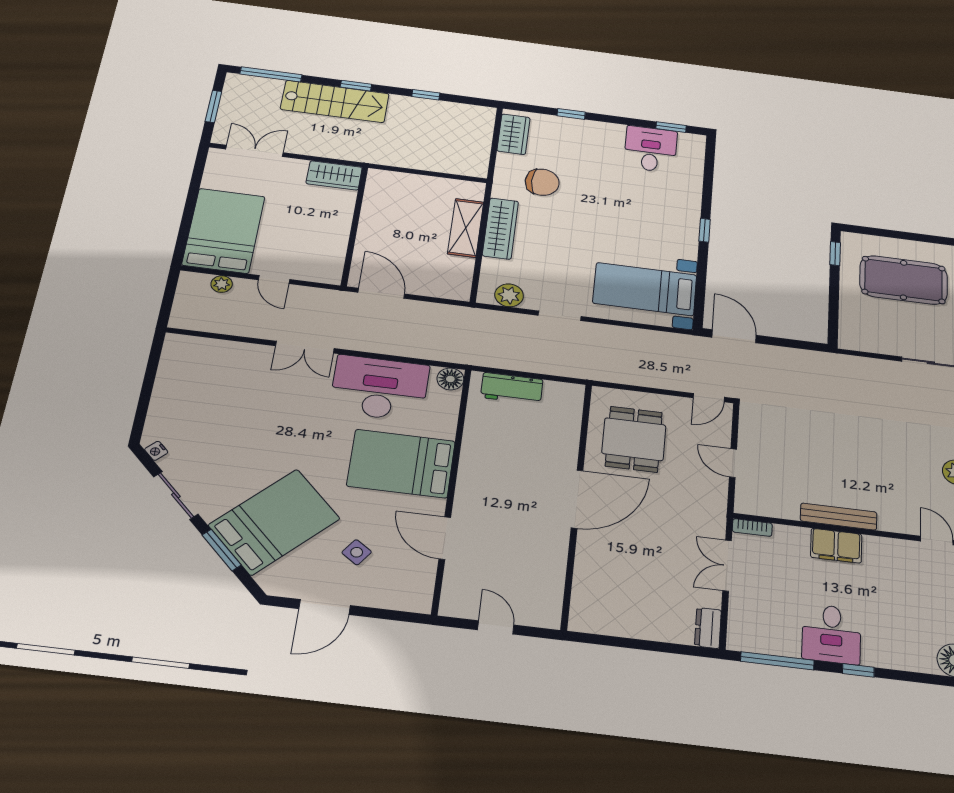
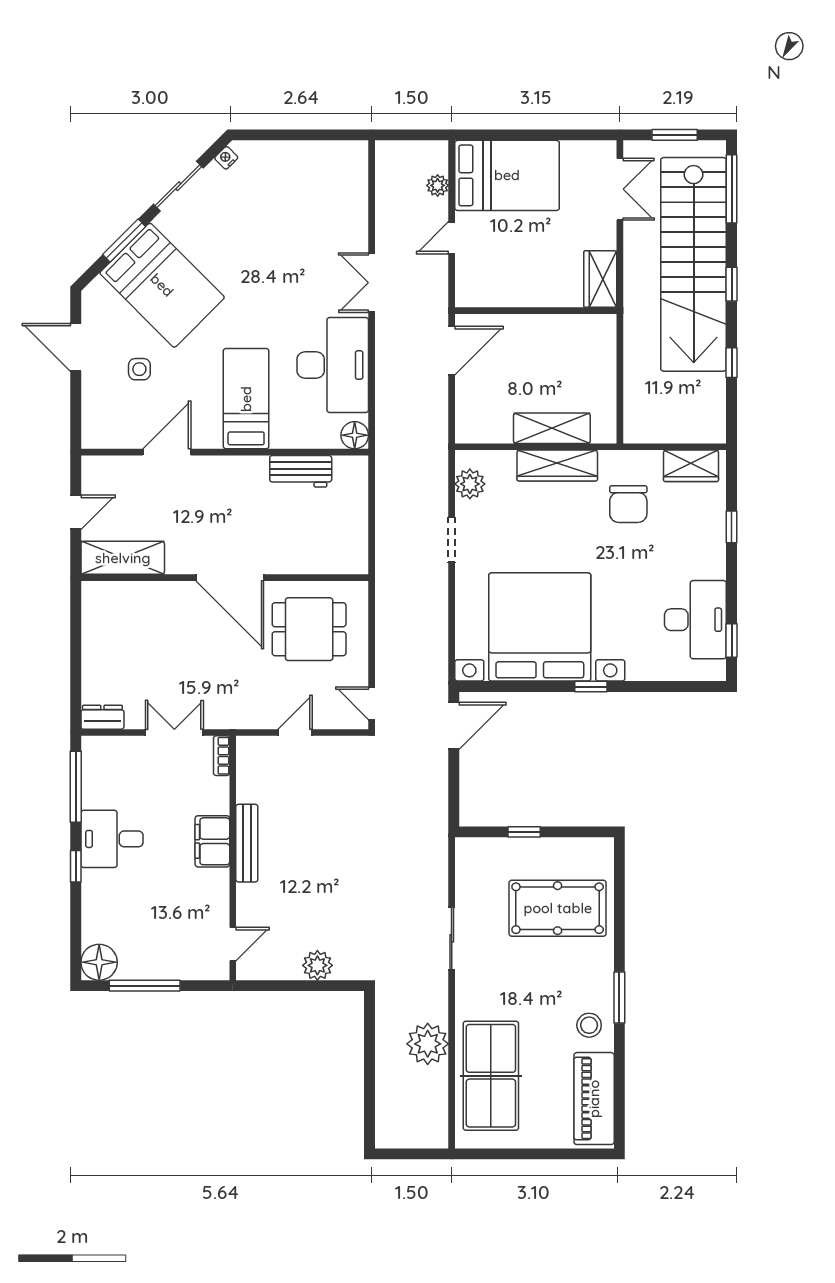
stairs: (335, 101) -> (694, 264), width x1.86, depth x1.51
desk: (651, 149) -> (695, 620), width x1.37
window: (835, 254) -> (524, 832), moved
pool table: (904, 280) -> (558, 908), turned 90
bed with nightstands: (645, 289) -> (540, 627), width x1.85
workbench: (512, 388) -> (301, 471), moved, turned -90
bed: (401, 464) -> (246, 399), width x0.67
side table: (357, 552) -> (139, 369), turned -35
shelving: (547, 590) -> (123, 558), added

